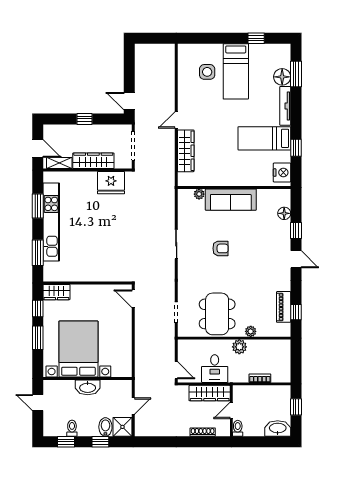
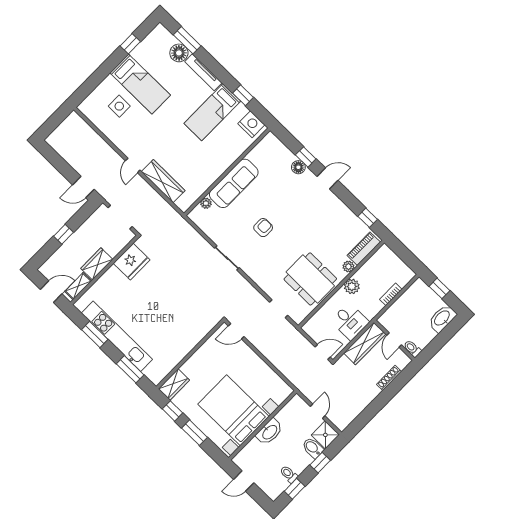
wardrobe: (93, 161) -> (97, 264), width x0.67
floor lamp: (284, 213) -> (298, 167), moved
piano: (284, 307) -> (364, 249), moved, turned 90

